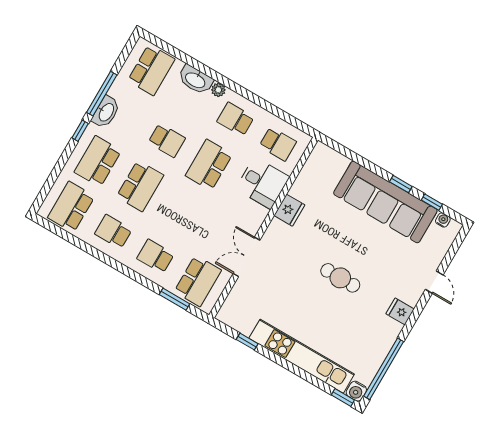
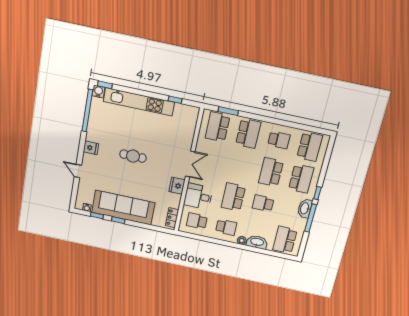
locker: (315, 161) -> (172, 218), added
school desk: (209, 165) -> (233, 197), turned 180
school desk: (156, 256) -> (248, 133), width x1.85
double door: (246, 257) -> (190, 164), moved

